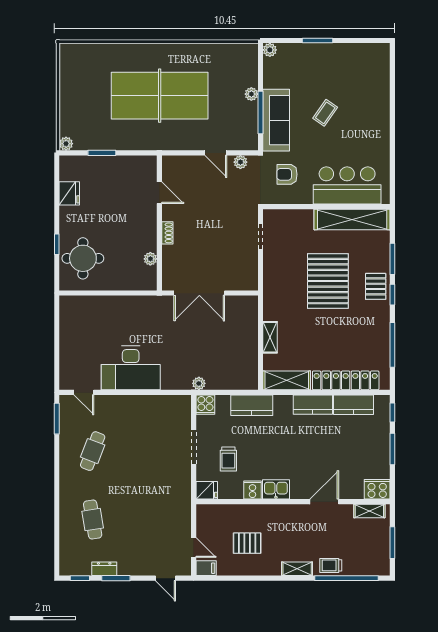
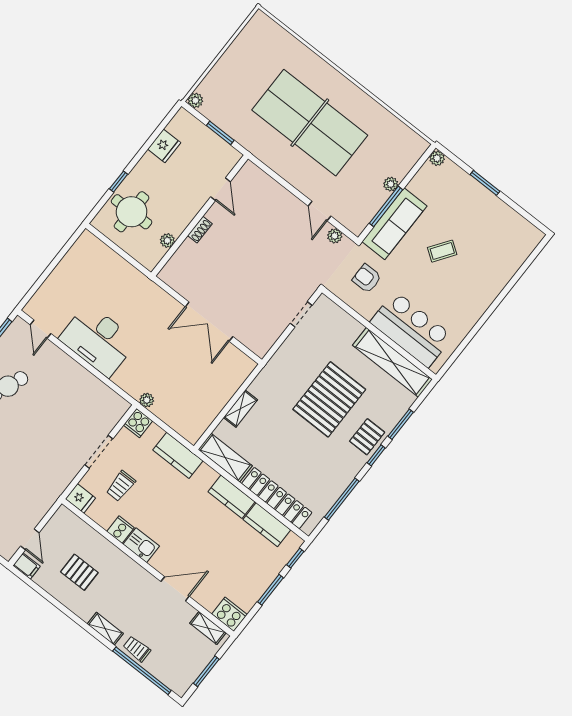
door: (159, 193) -> (220, 189), moved
wall: (159, 223) -> (200, 216), moved
shoe rack: (167, 233) -> (200, 230), moved
plant: (150, 259) -> (167, 241), moved

